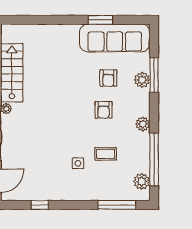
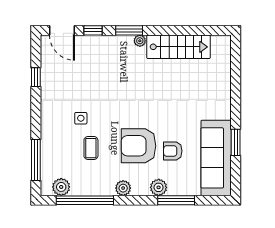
plant: (142, 80) -> (159, 187), moved
armchair: (104, 110) -> (138, 146), width x1.88, depth x1.88

